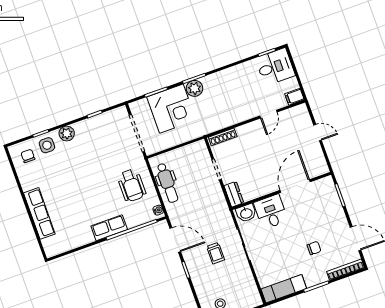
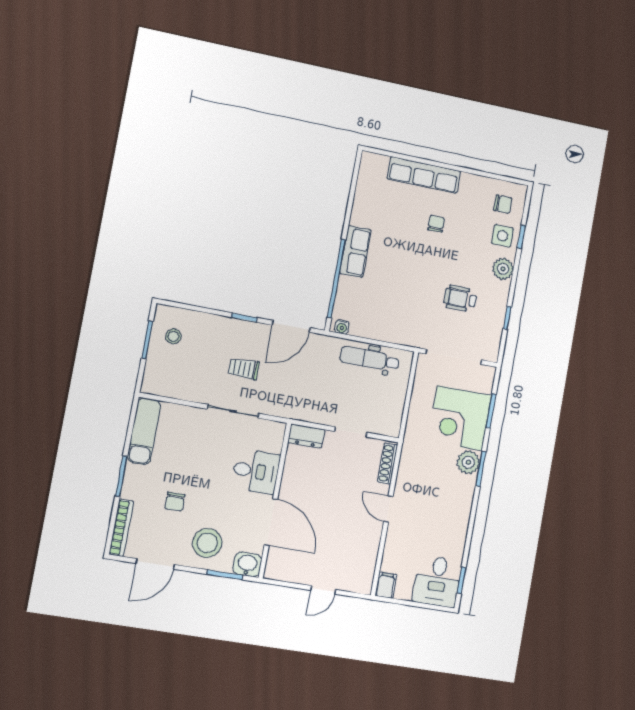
door: (268, 114) -> (388, 509), moved
wheelchair: (132, 185) -> (460, 299), moved, width x0.73, depth x0.73
chair: (64, 189) -> (436, 224), added
washbasin: (246, 213) -> (247, 564), moved, turned 90
stool: (327, 216) -> (207, 543), added

